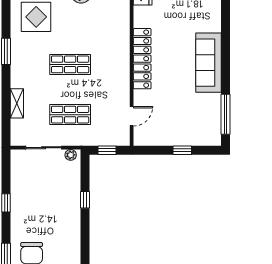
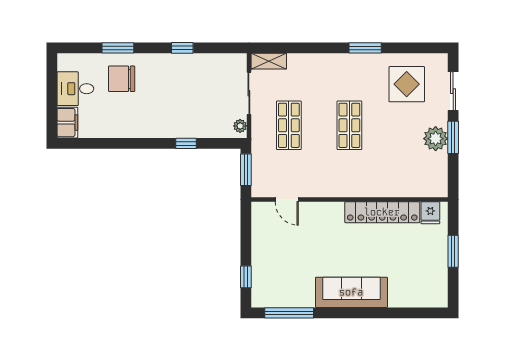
locker: (142, 59) -> (382, 212), moved
shelving: (17, 103) -> (269, 61), moved
window: (107, 150) -> (246, 170), width x1.50
window: (182, 150) -> (246, 277), moved

